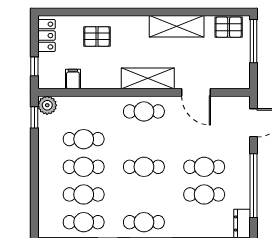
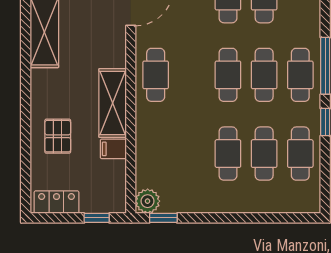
shelving: (148, 78) -> (113, 103), moved
filing cabinet: (73, 79) -> (113, 149), moved
cafe table: (84, 139) -> (264, 75), moved

